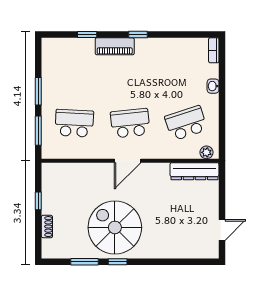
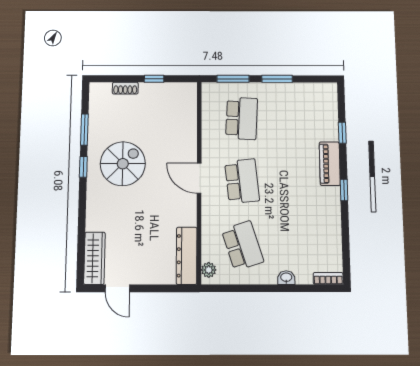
spiral stairs: (115, 227) -> (123, 164), width x0.73, depth x0.73
wardrobe: (197, 250) -> (94, 258), added

